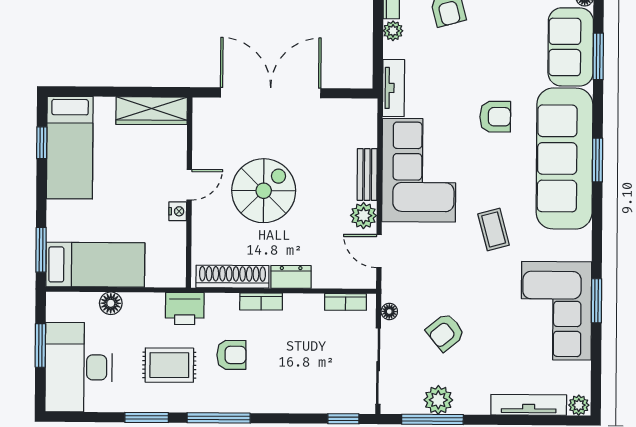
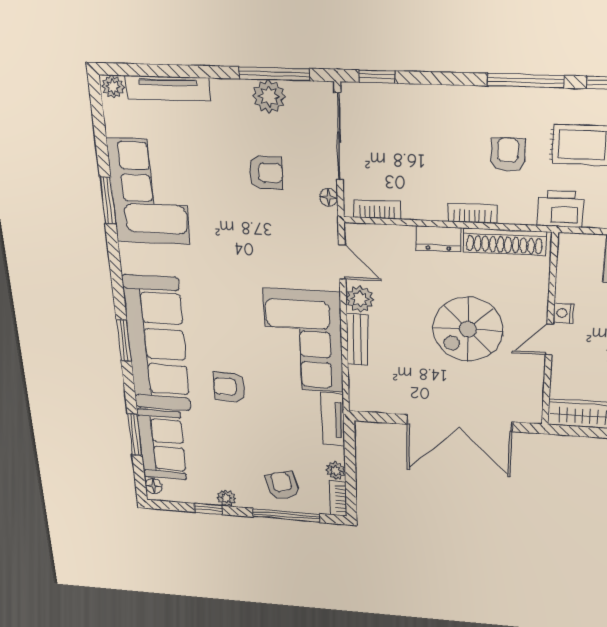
coffee table: (494, 229) -> (222, 278), removed
armchair: (445, 332) -> (266, 173), turned 39
armchair: (231, 355) -> (508, 155), turned 90

